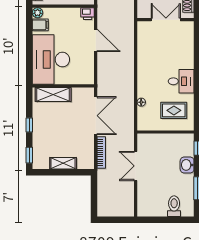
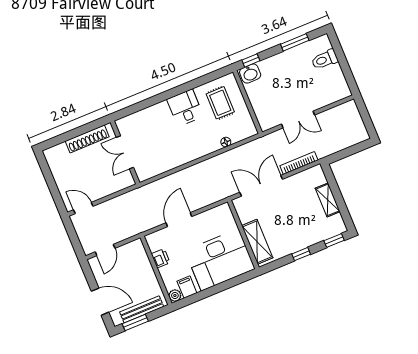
printer: (88, 14) -> (161, 258), moved
washbasin: (187, 165) -> (250, 74), moved

